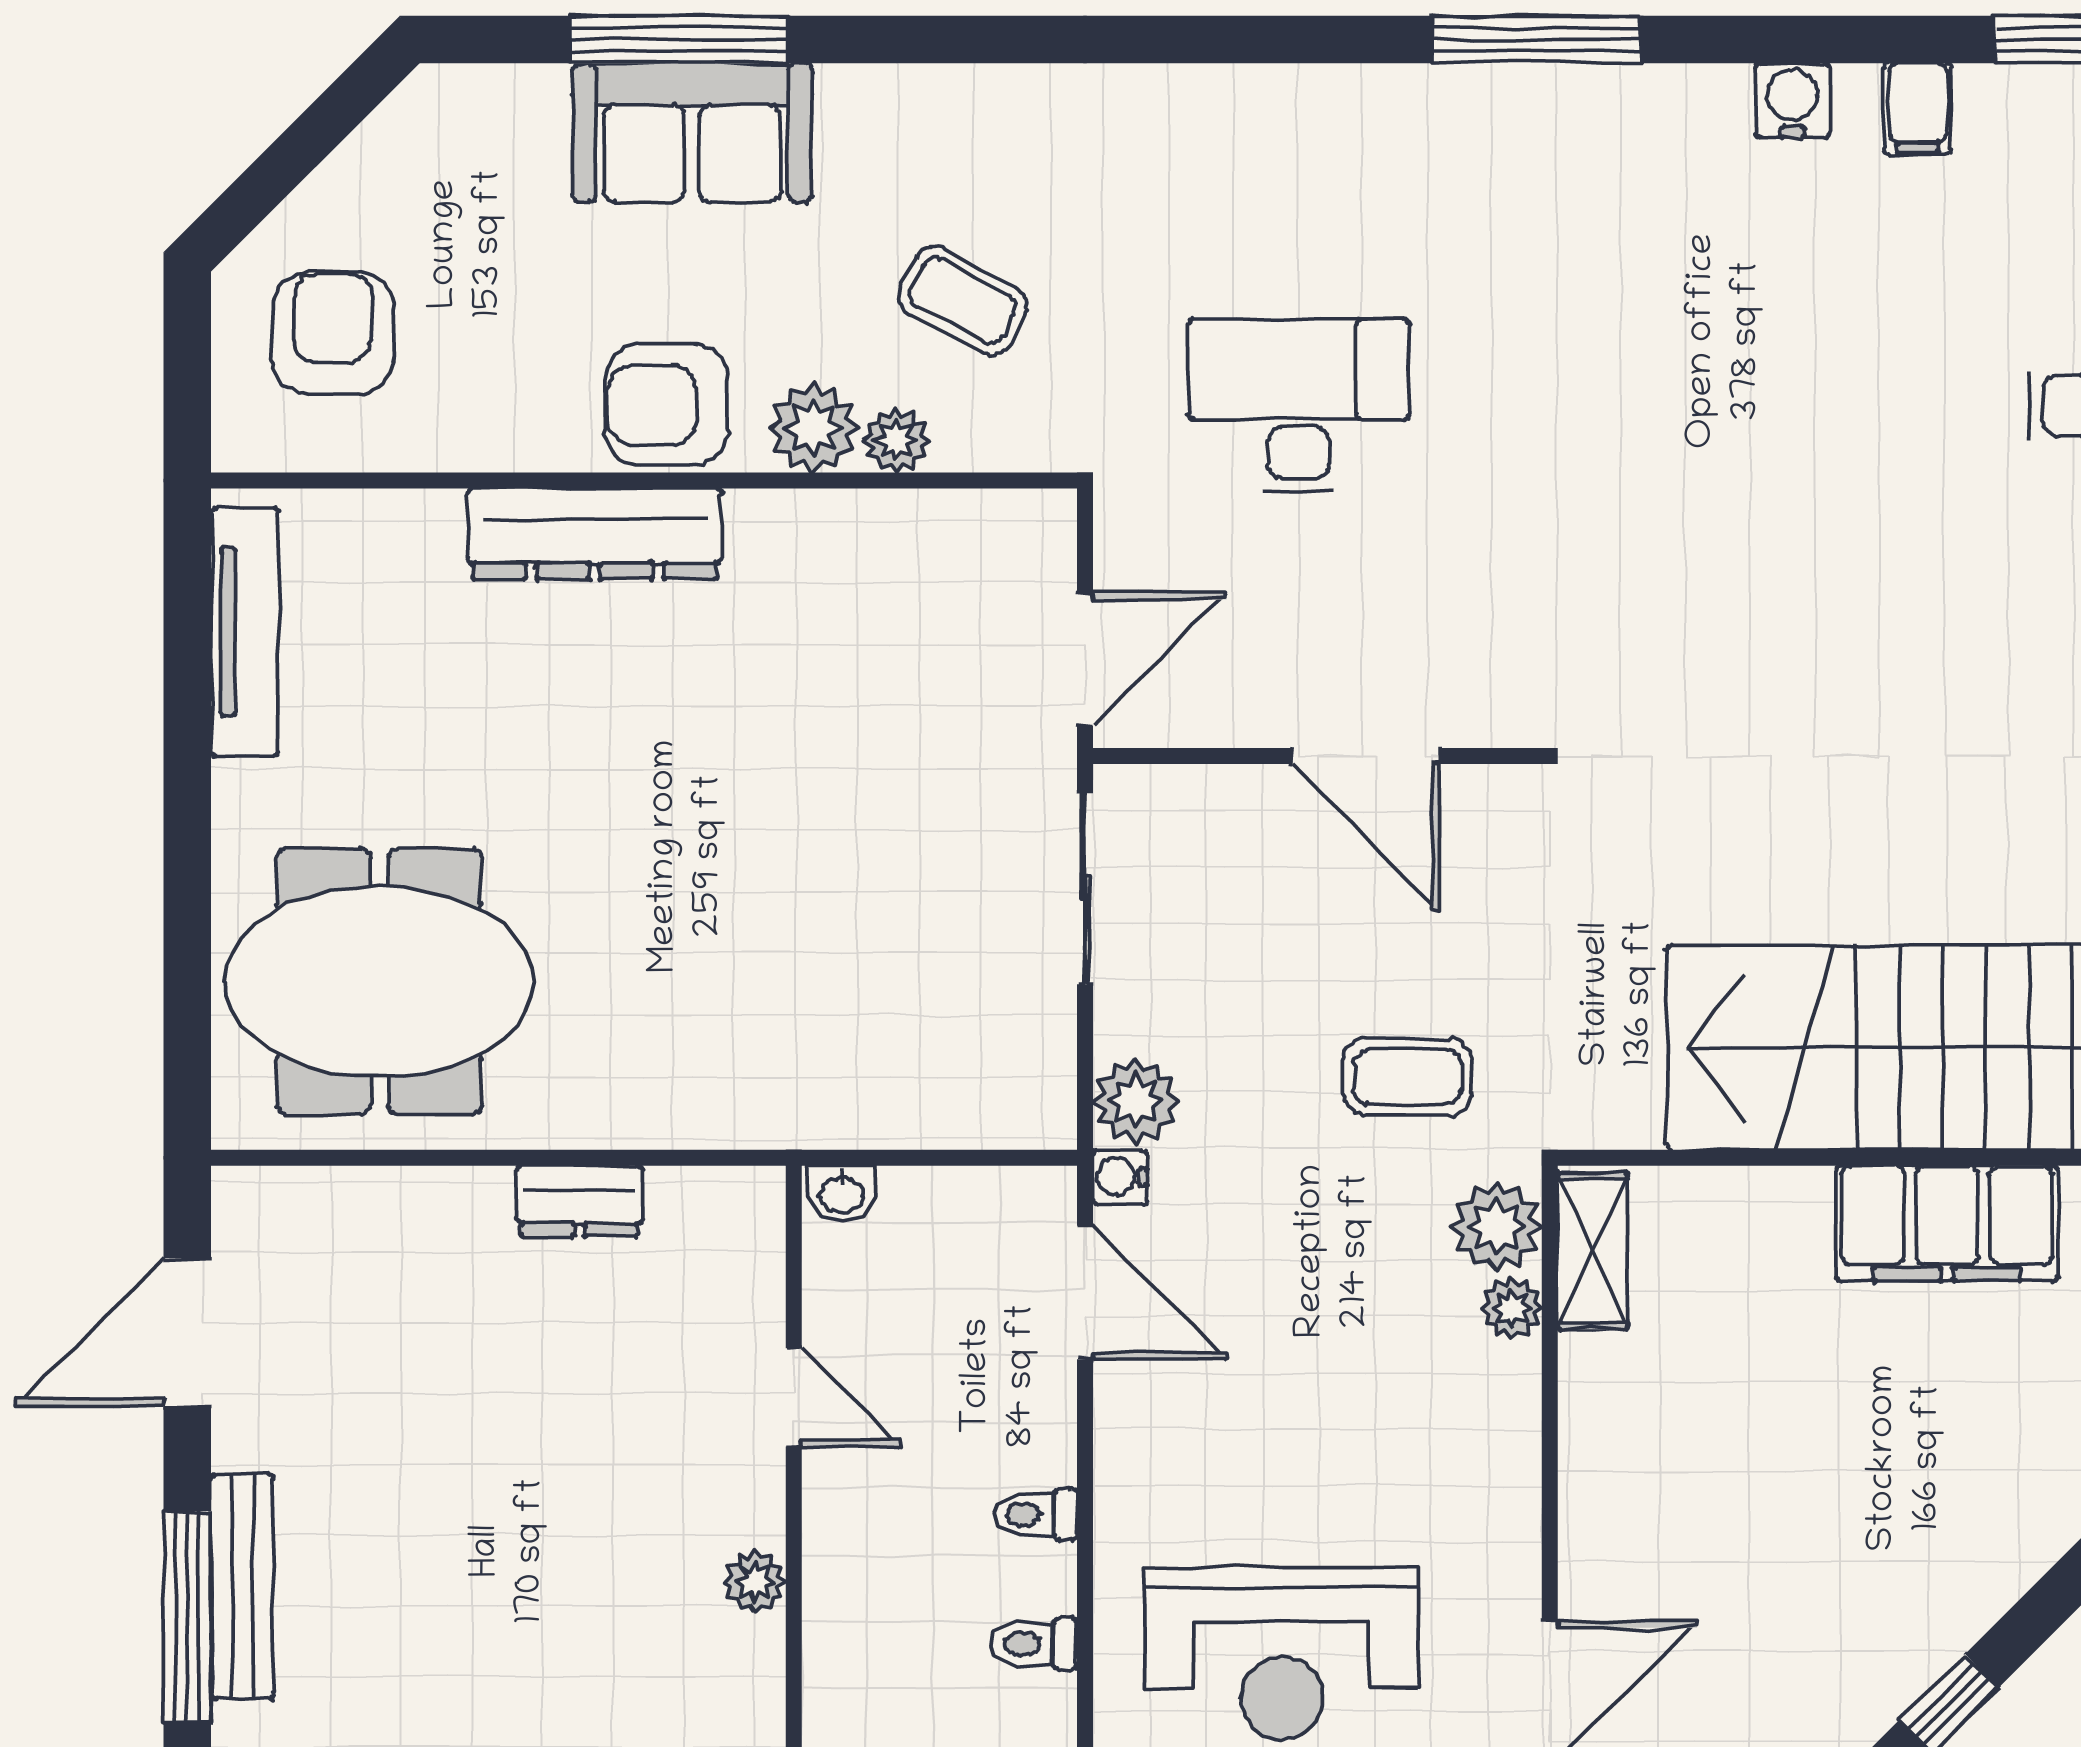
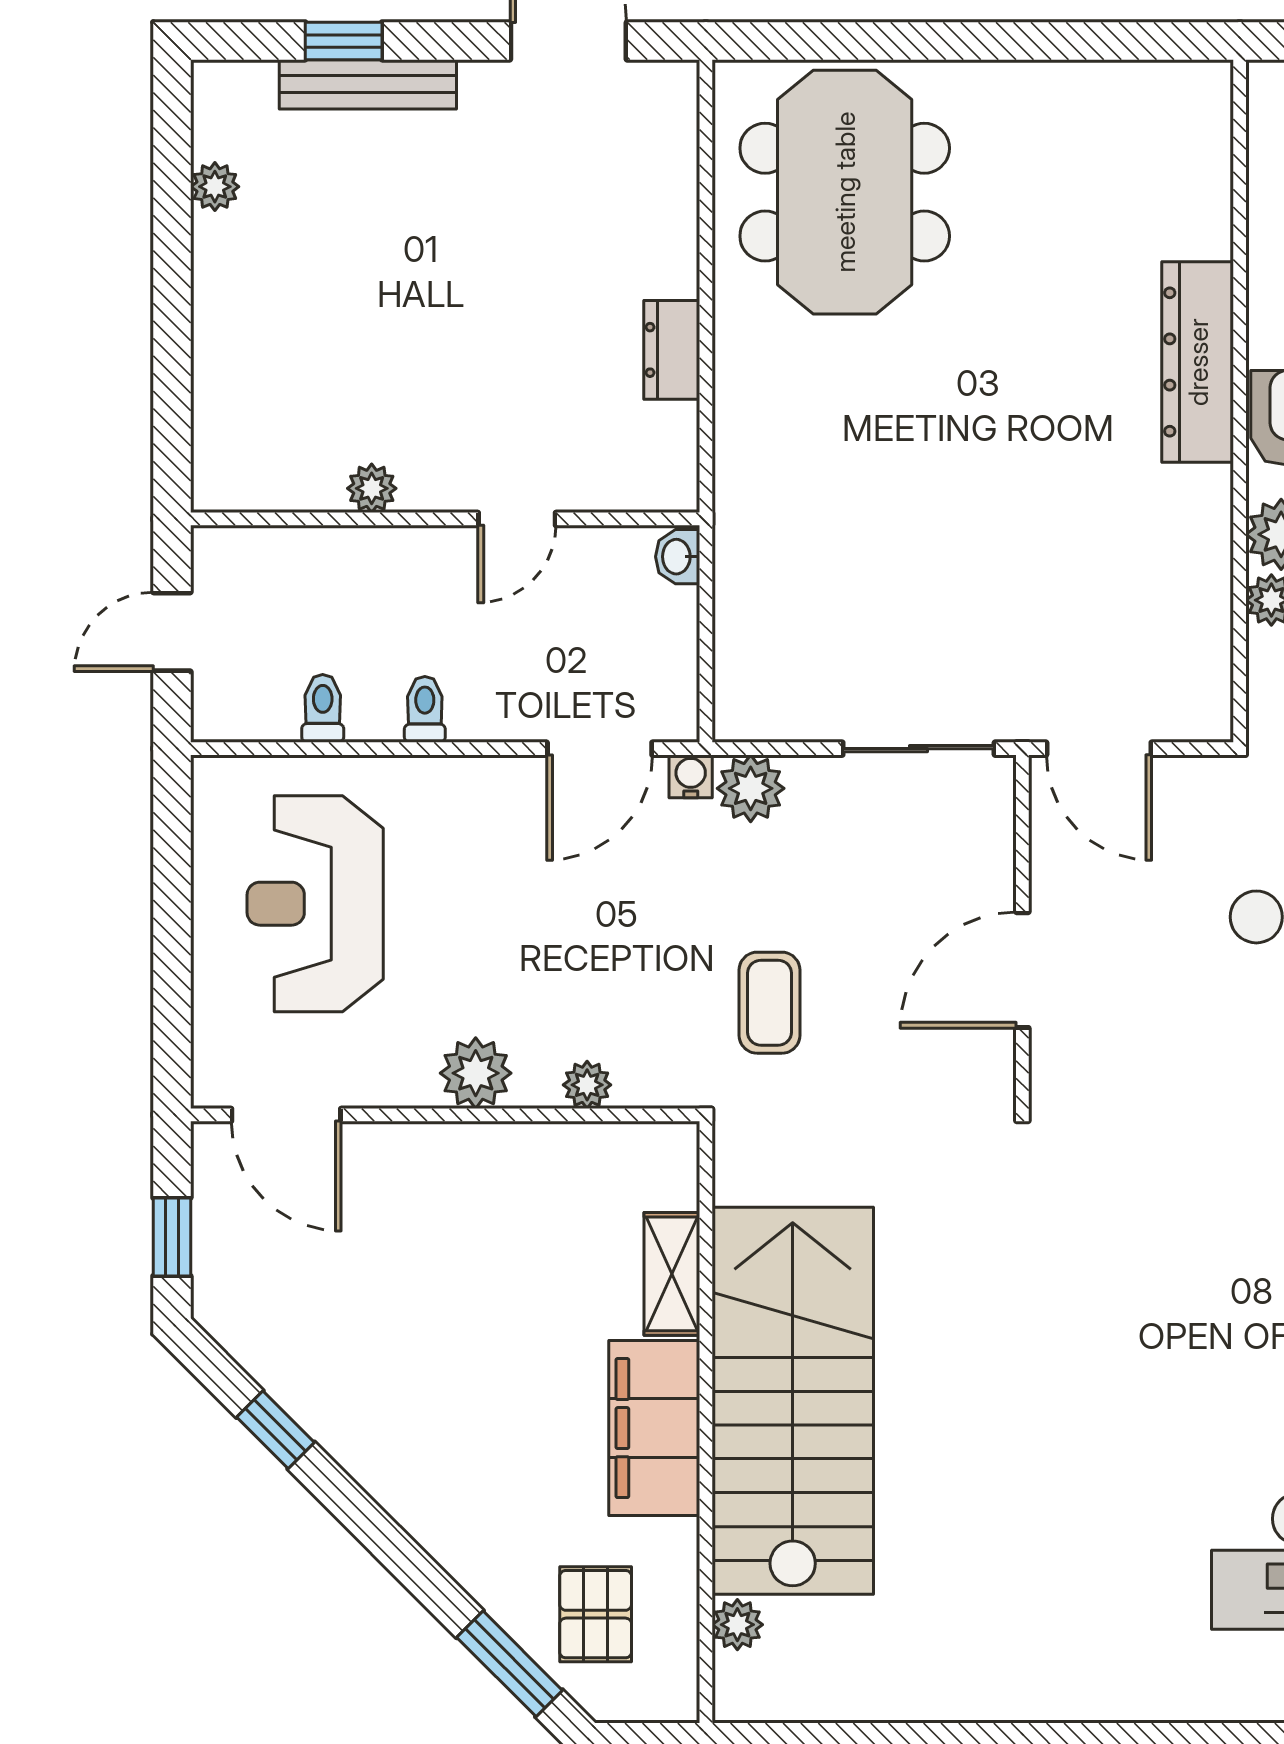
tv unit: (245, 632) -> (1120, 86), removed
plant: (1497, 1227) -> (476, 1073), moved
shelving: (1593, 1251) -> (672, 1274), moved, turned 90
window: (187, 1617) -> (344, 41), width x0.46

